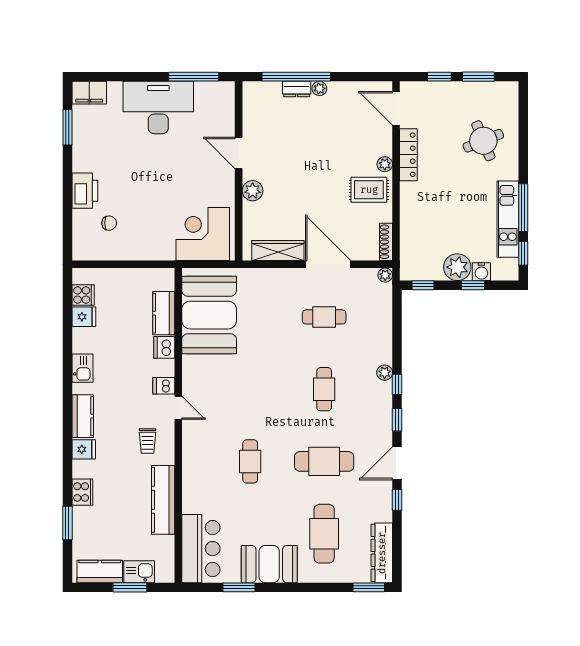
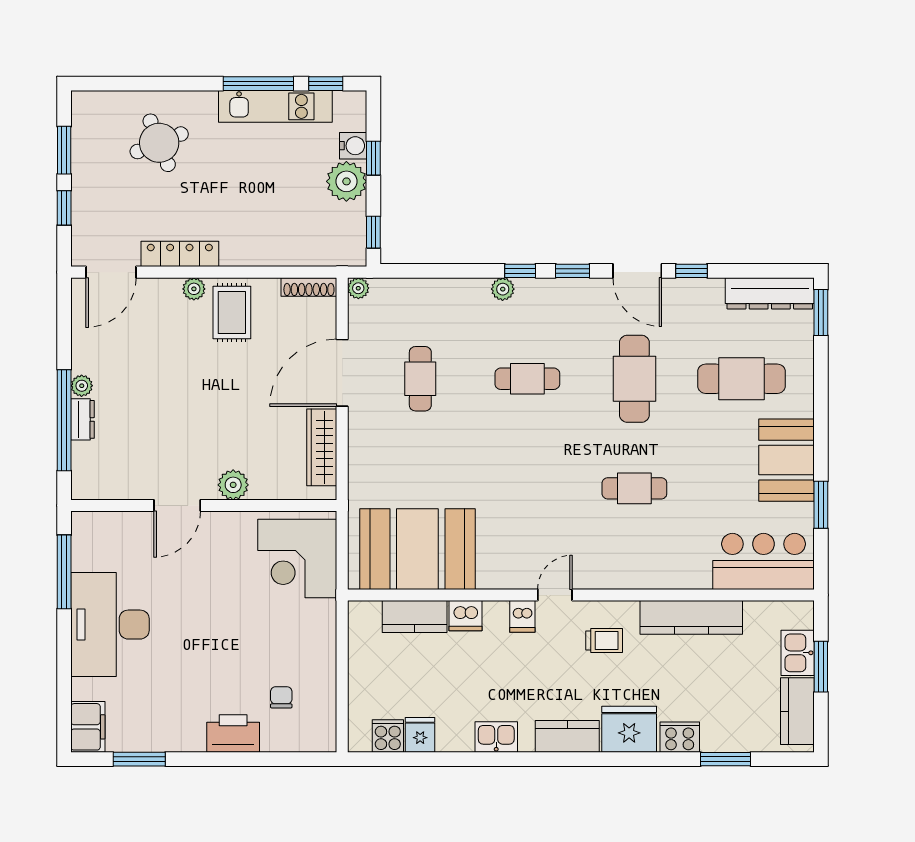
fridge: (84, 449) -> (629, 729), width x1.88, depth x1.34

